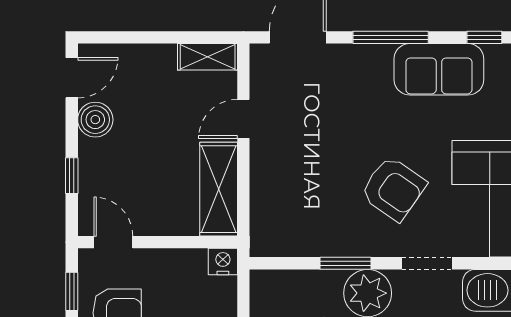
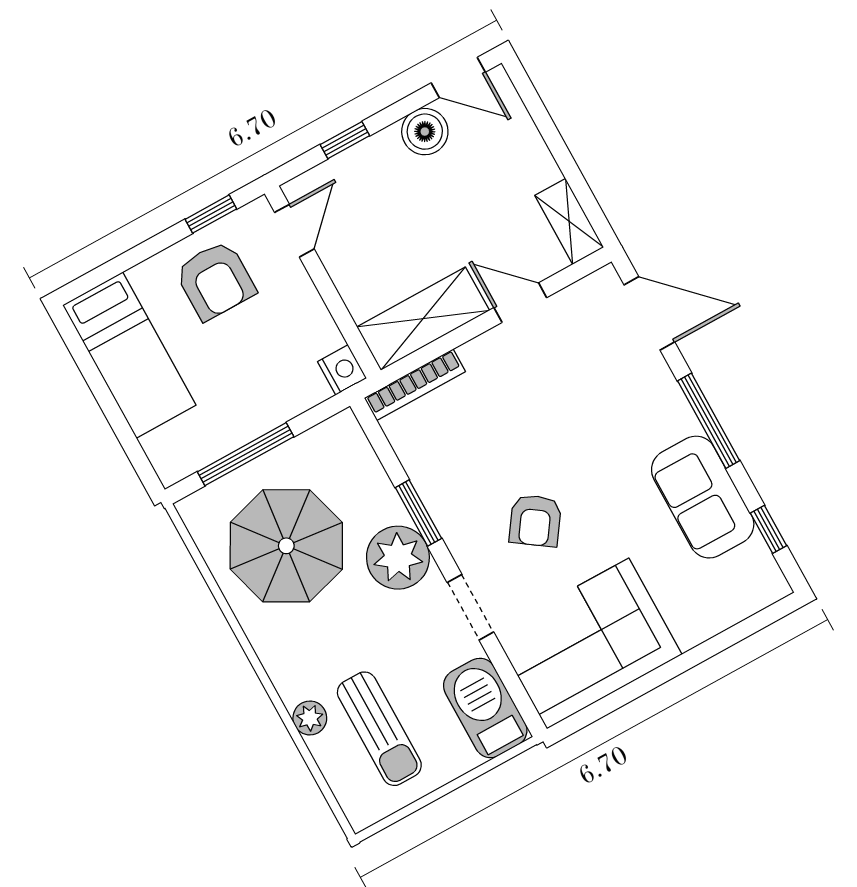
armchair: (393, 189) -> (535, 521), width x0.72, depth x0.72
bookcase: (259, 219) -> (415, 385), added

